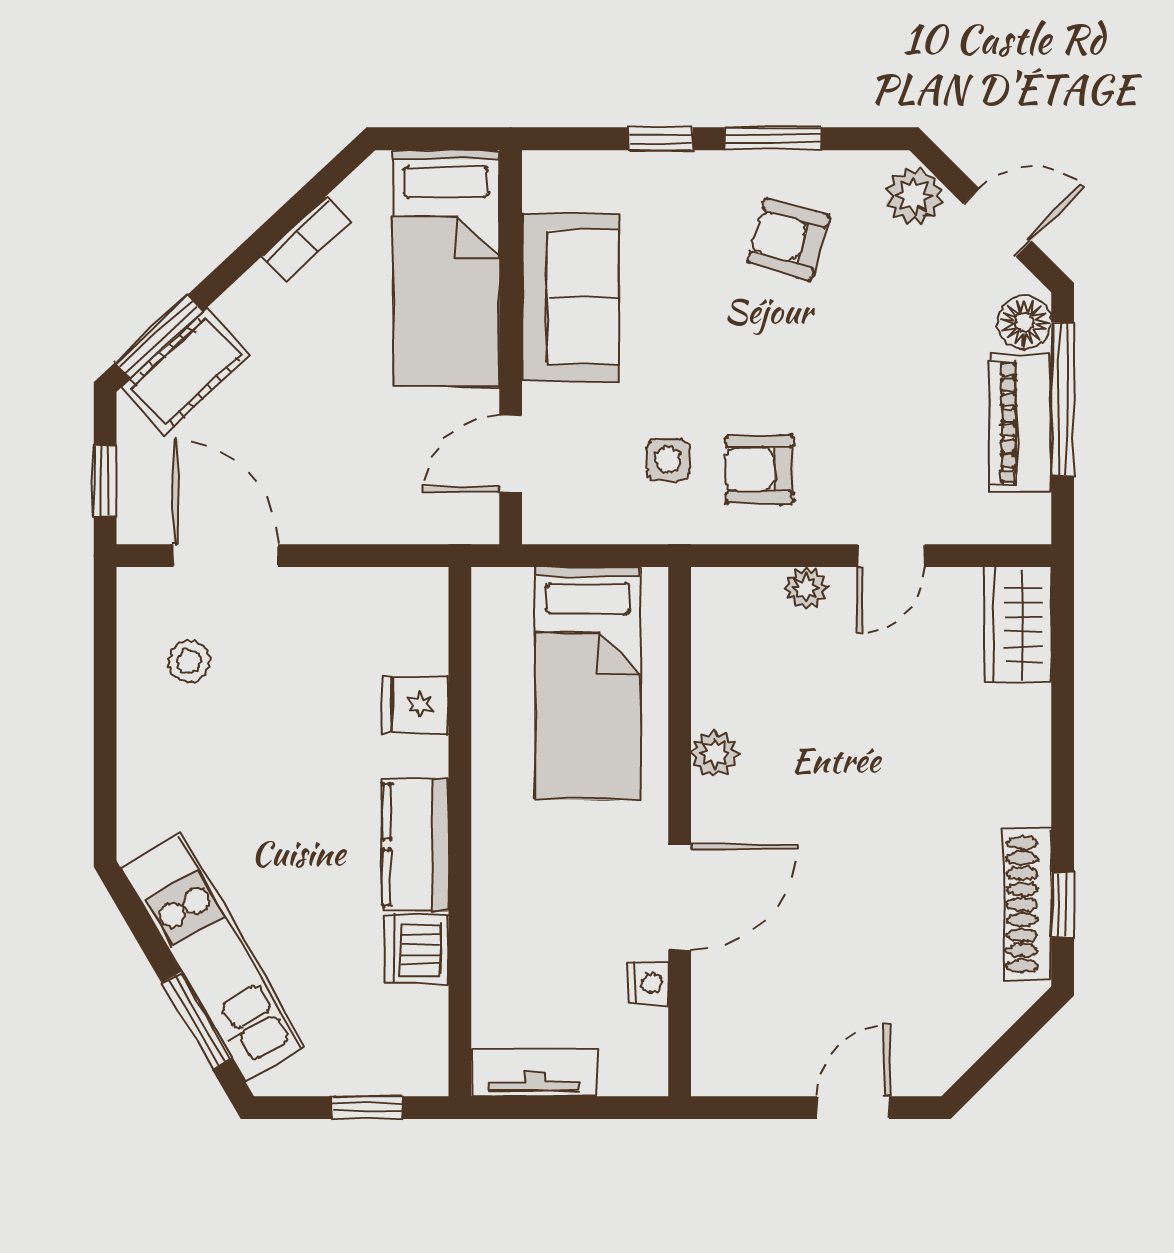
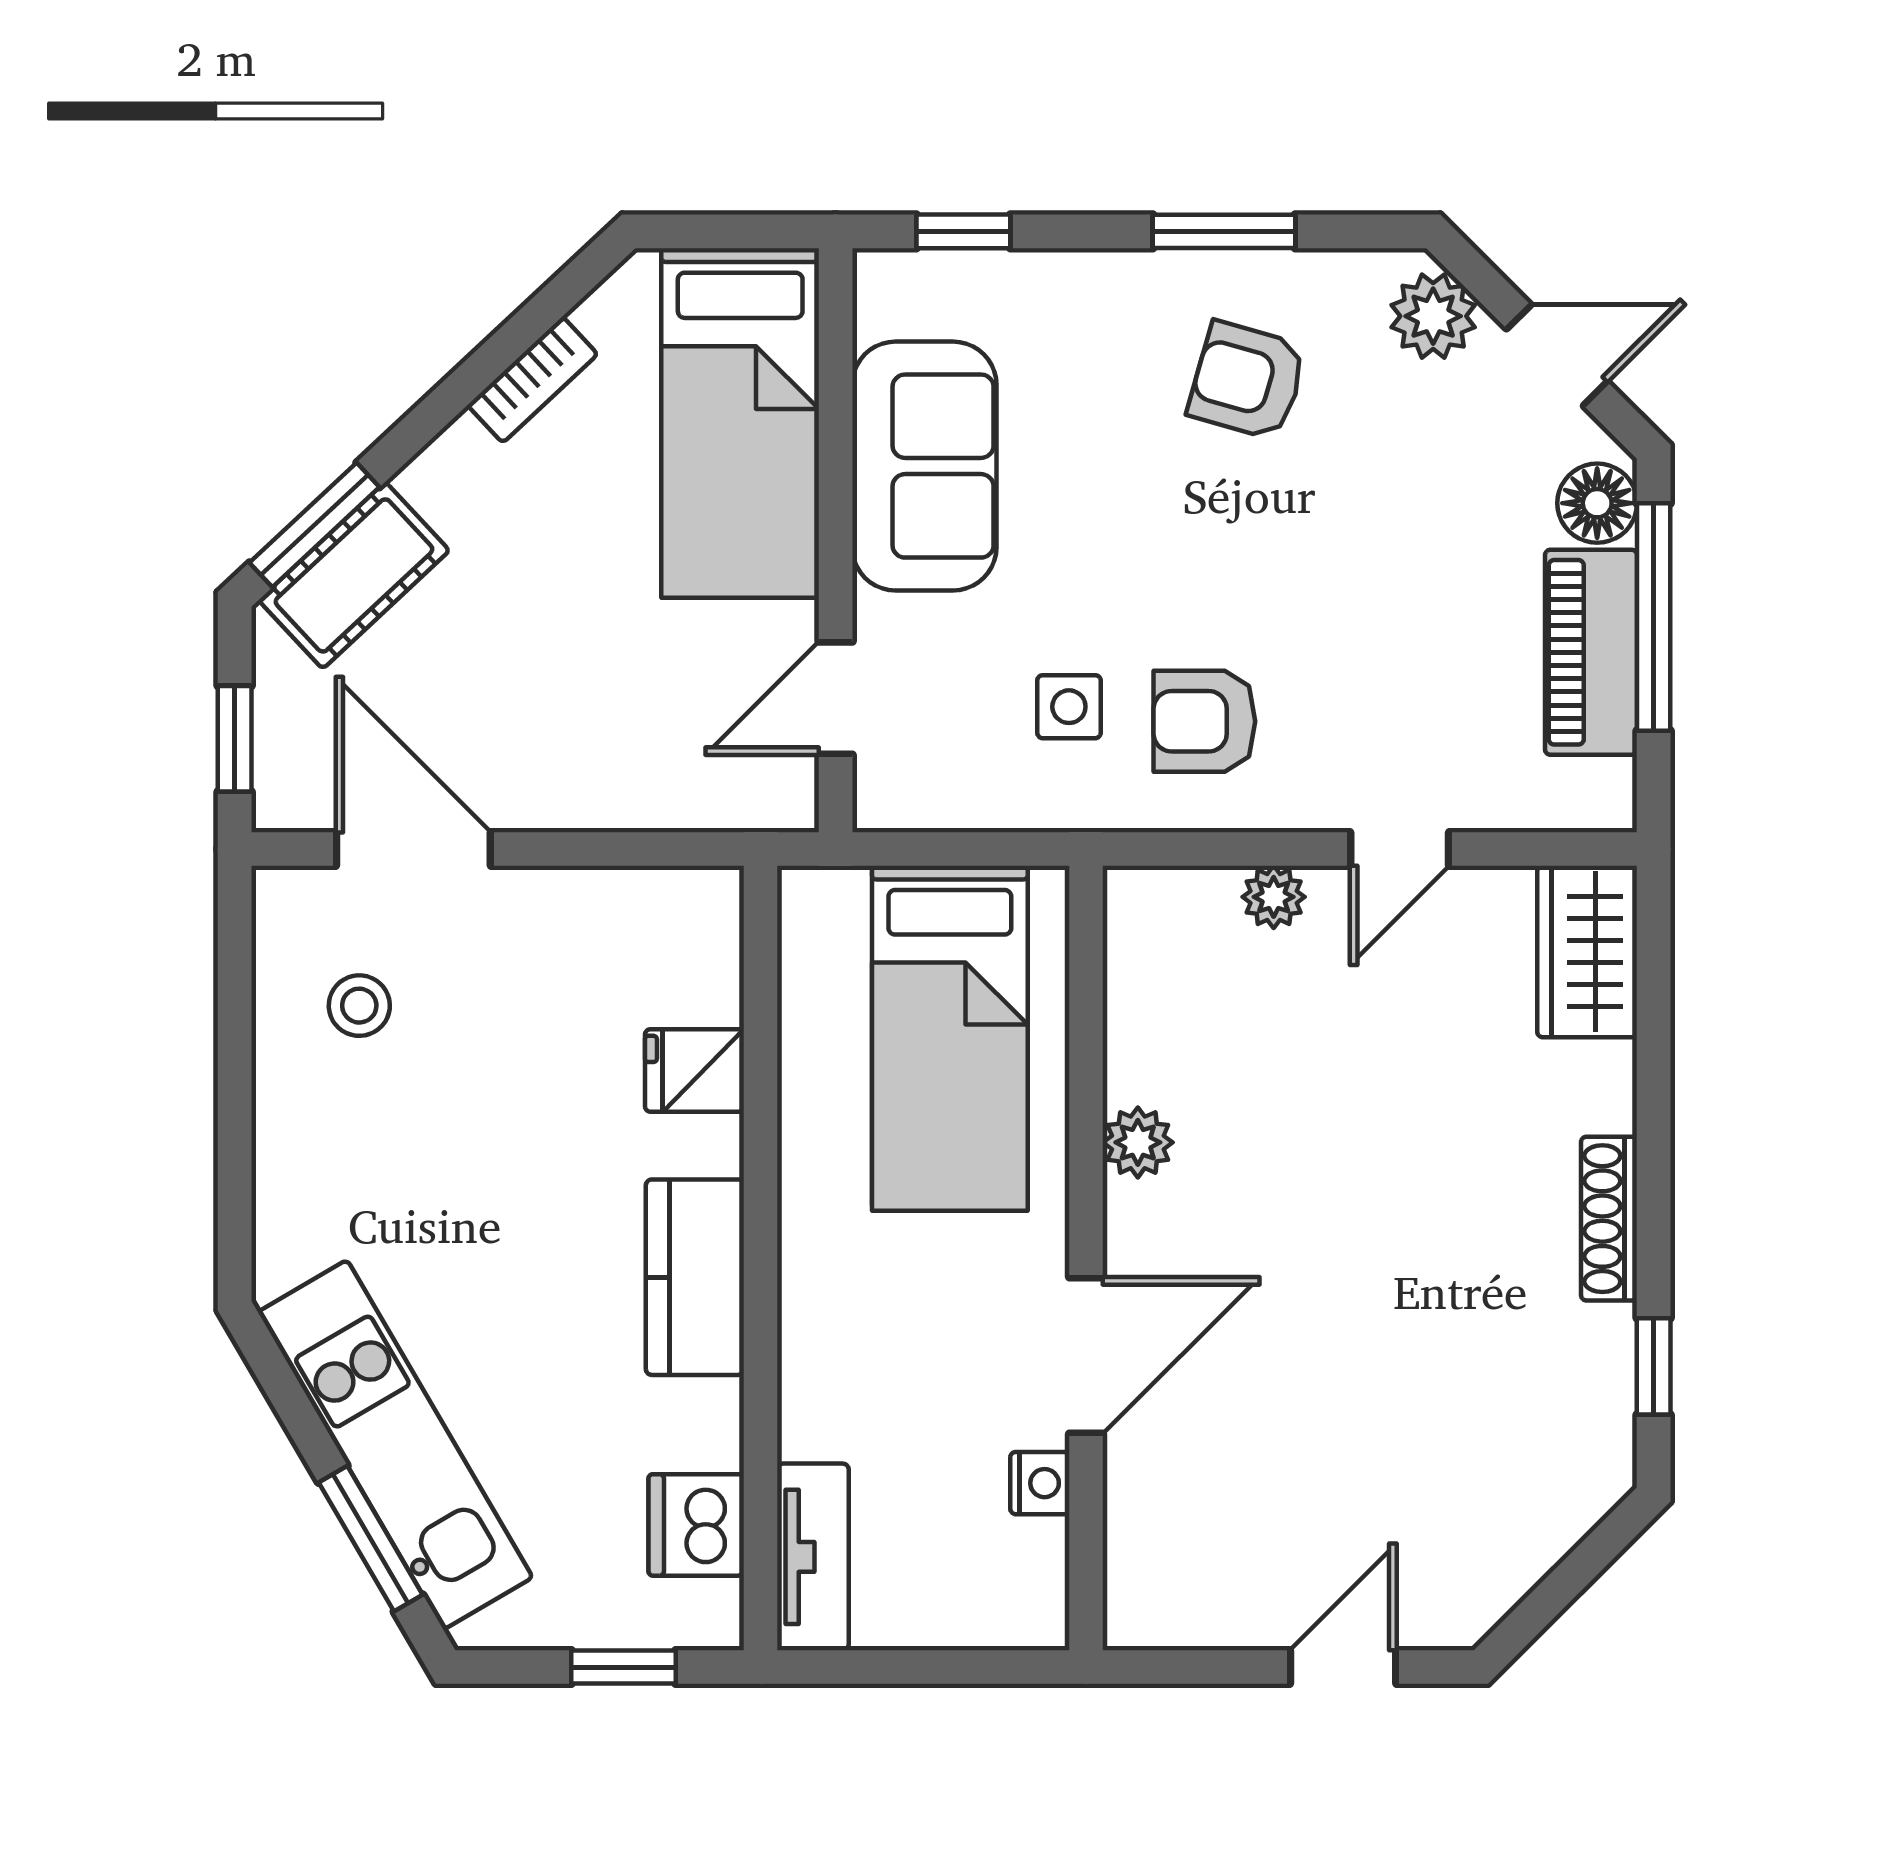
window: (661, 139) -> (963, 231), moved
shoe rack: (1028, 904) -> (1609, 1219), moved, width x0.74, depth x0.81
dishwasher: (417, 949) -> (696, 1525), moved
tv unit: (534, 1072) -> (813, 1557), moved, turned 90

